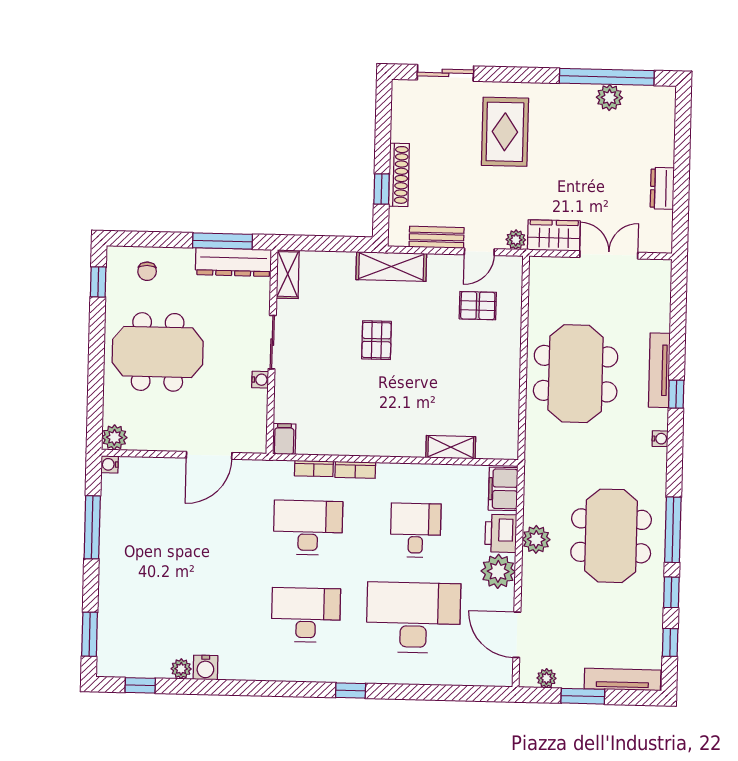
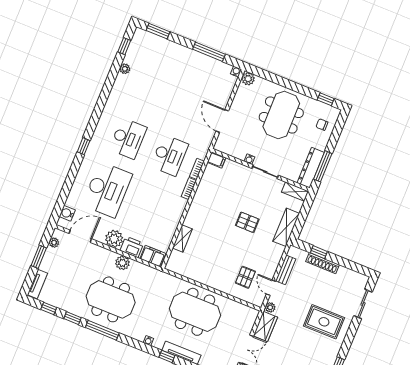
shelving: (391, 267) -> (286, 227), moved
desk: (416, 530) -> (149, 207), removed
water cooler: (205, 667) -> (67, 213), moved
tv unit: (622, 679) -> (37, 284), width x0.71

